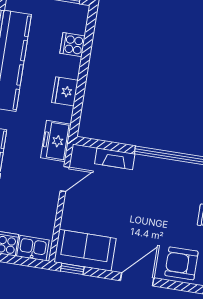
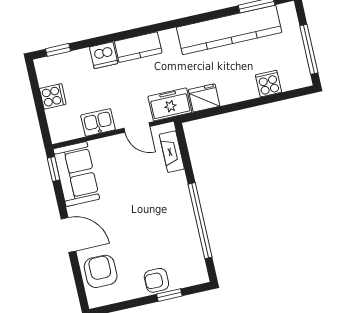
fridge: (65, 91) -> (204, 98), moved
fireplace: (115, 159) -> (172, 152), moved
kitchen sink: (33, 248) -> (98, 122), moved, turned -90

